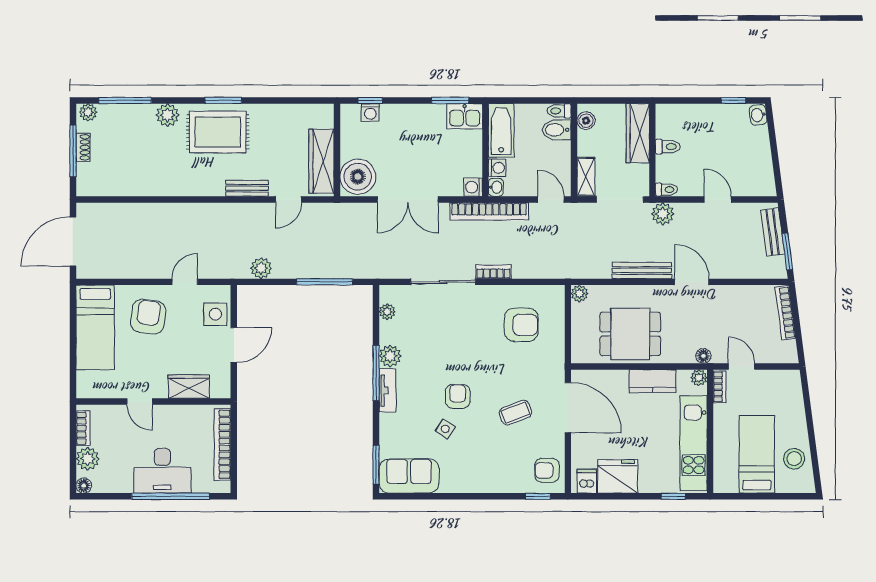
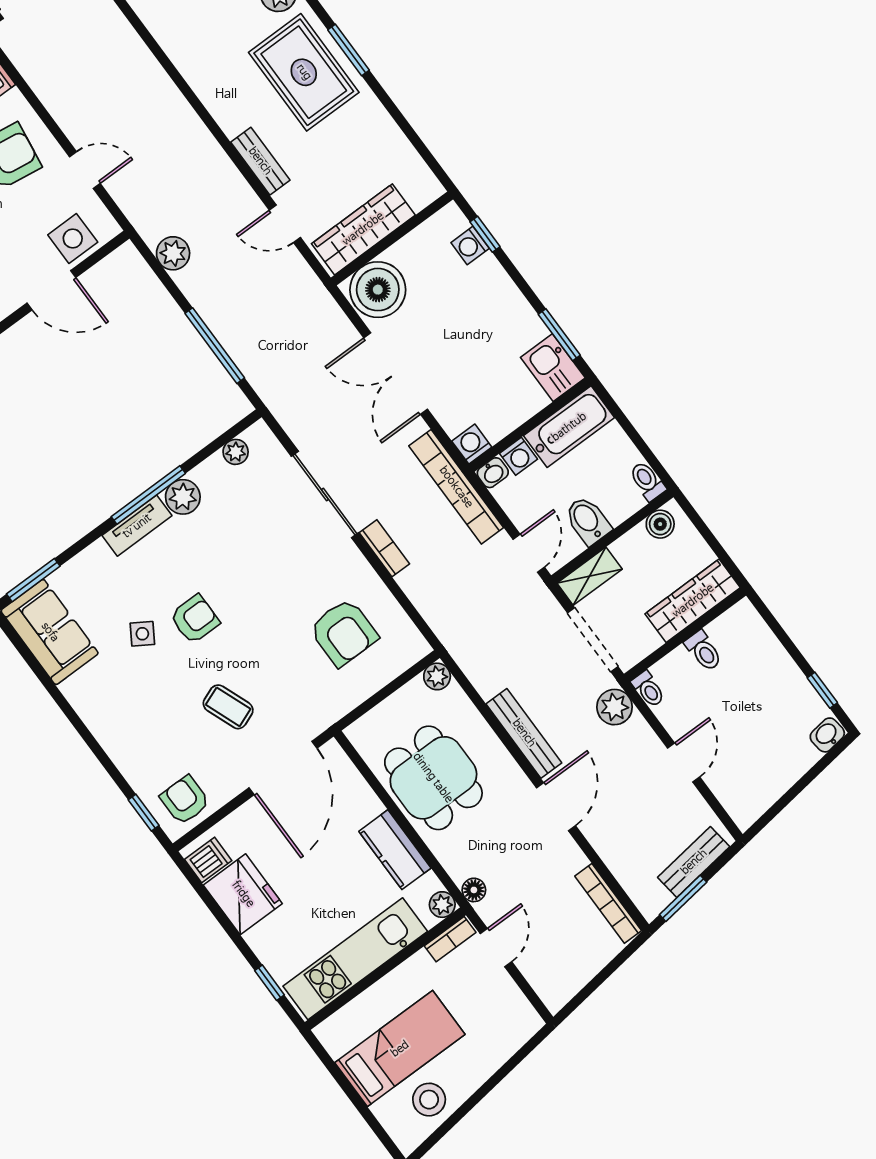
bidet: (557, 130) -> (588, 520), moved
bookcase: (785, 313) -> (608, 903), moved, turned -83

